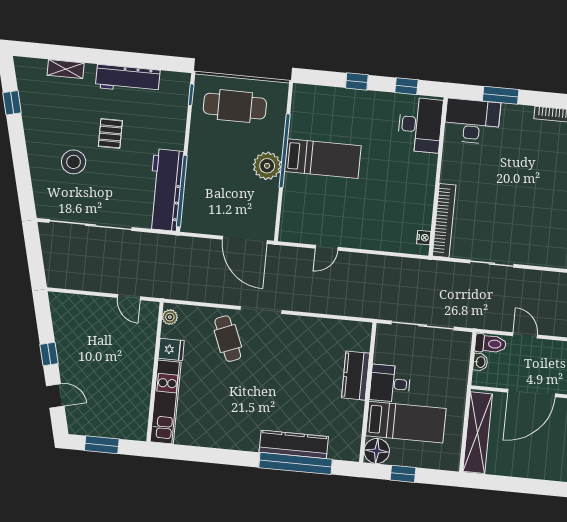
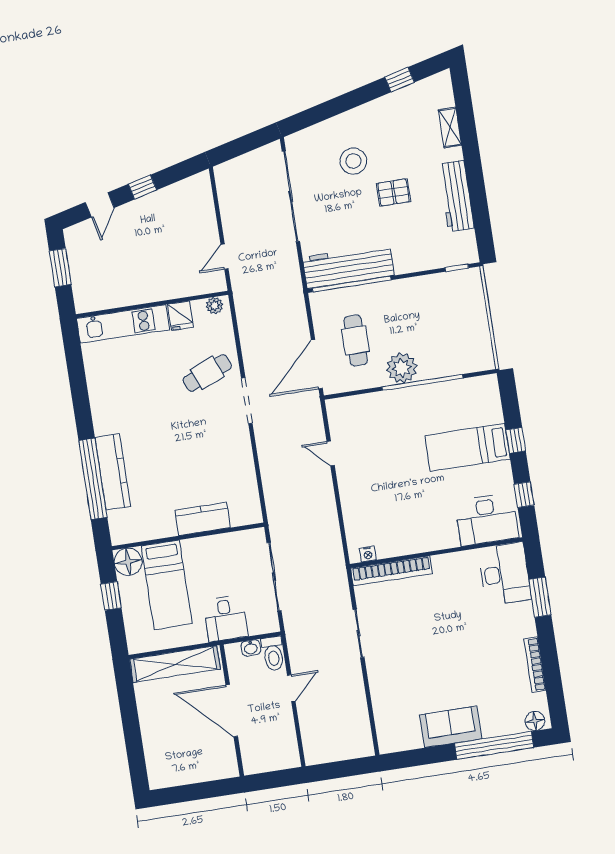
cafe table: (235, 106) -> (356, 340), moved, width x0.73, depth x0.74
bed: (323, 159) -> (467, 447), moved, turned 90
desk: (390, 384) -> (225, 618), moved, turned 180

